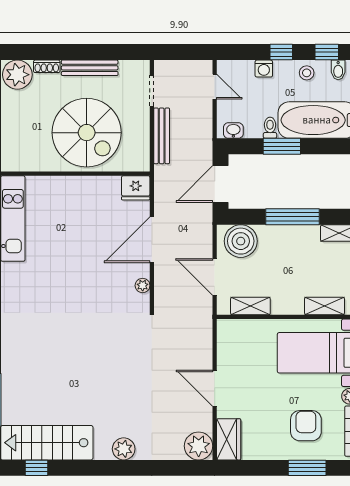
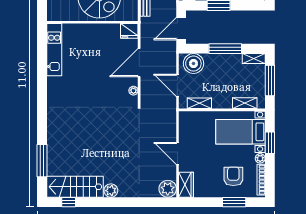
plant: (124, 449) -> (111, 191), moved

